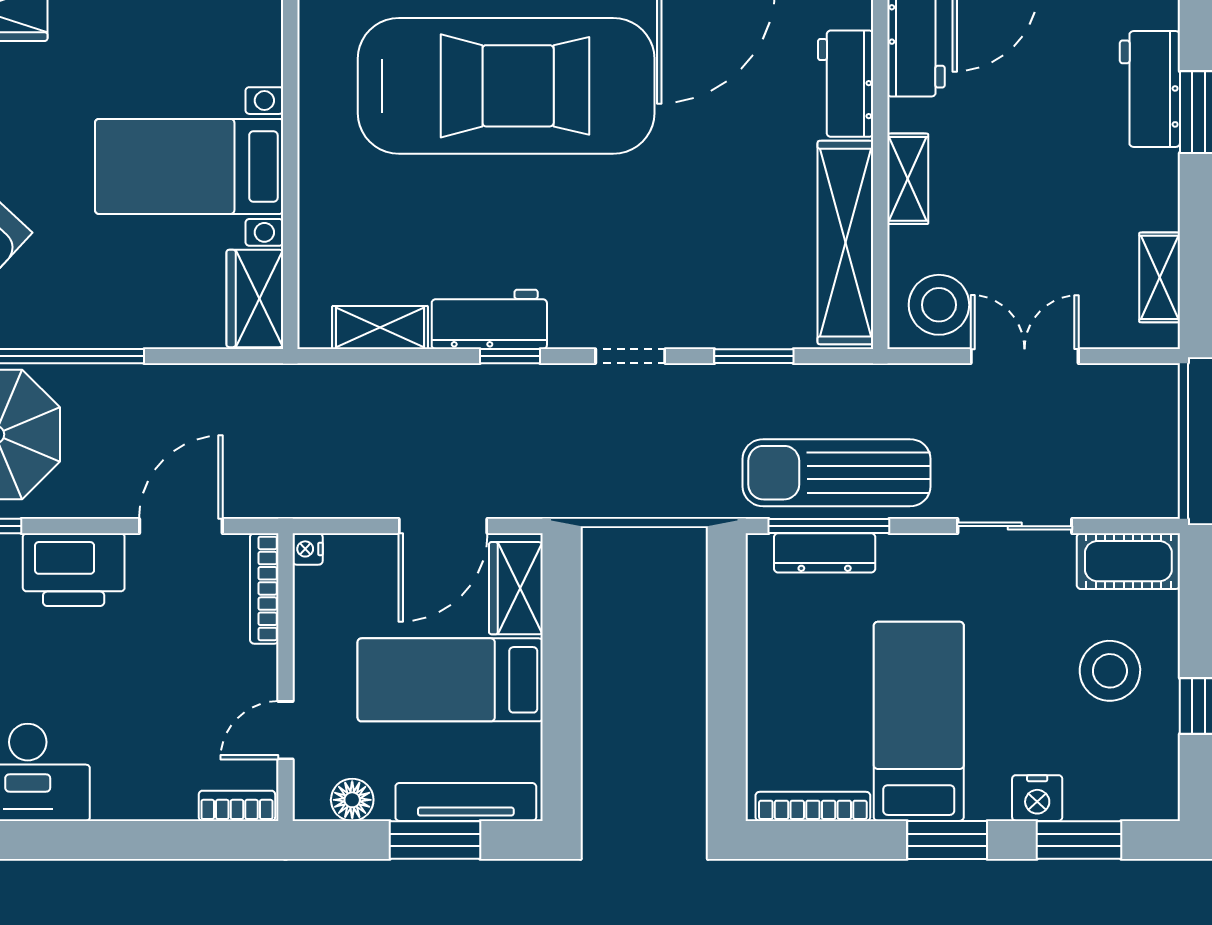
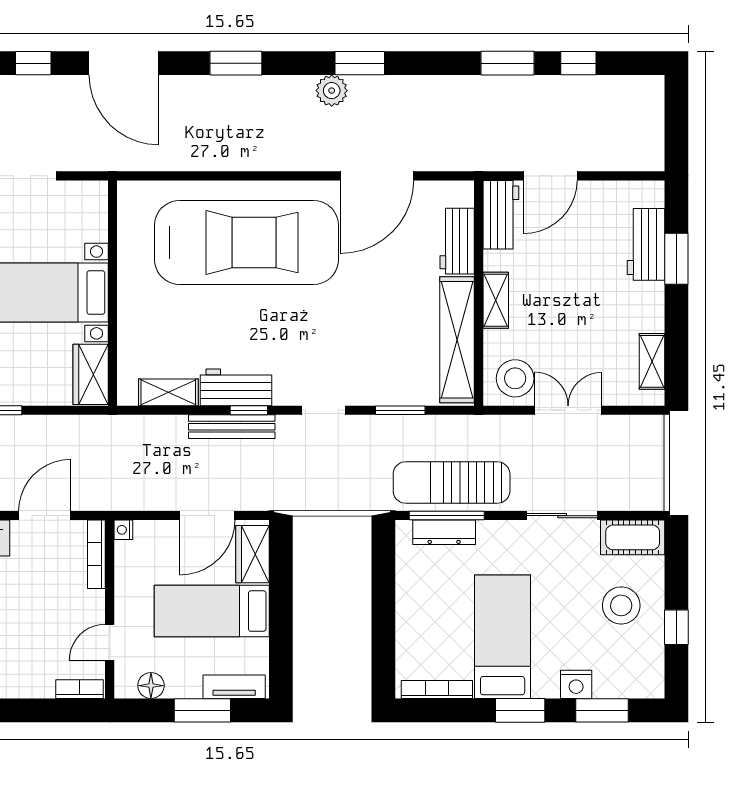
bench: (482, 383) -> (232, 427), added
tv unit: (466, 802) -> (234, 687), width x0.71

